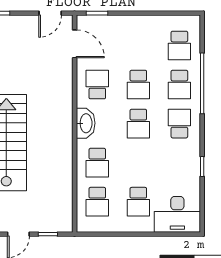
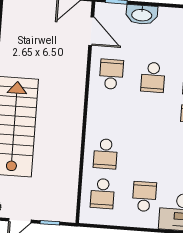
washbasin: (86, 123) -> (142, 15), moved, turned 90
school desk: (138, 124) -> (150, 117), removed
school desk: (138, 202) -> (144, 197), turned 180

